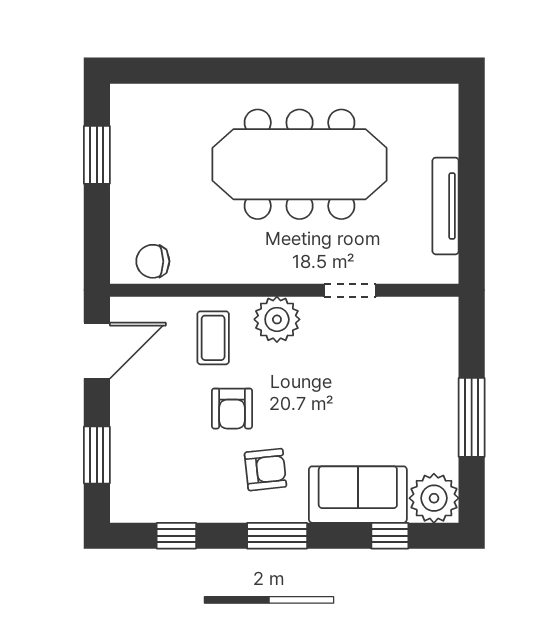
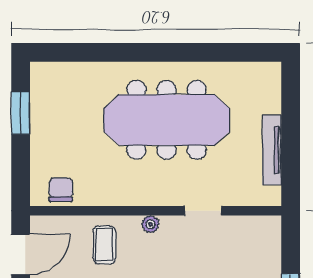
chair: (153, 261) -> (61, 190), turned 90
plant: (277, 319) -> (150, 224), width x0.53, depth x0.53

